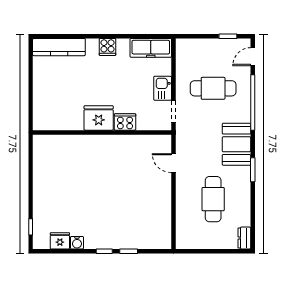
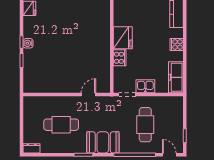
water cooler: (77, 243) -> (28, 43), moved

